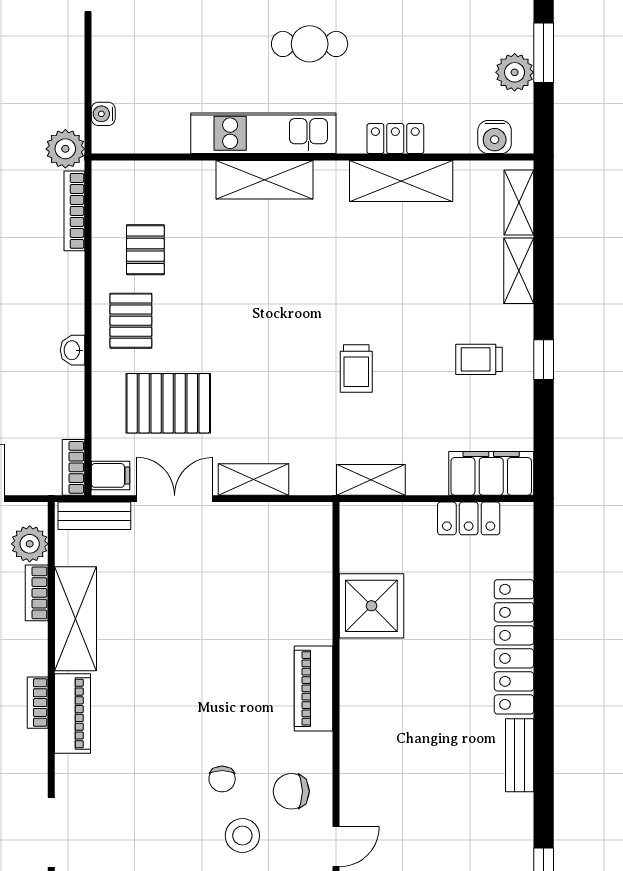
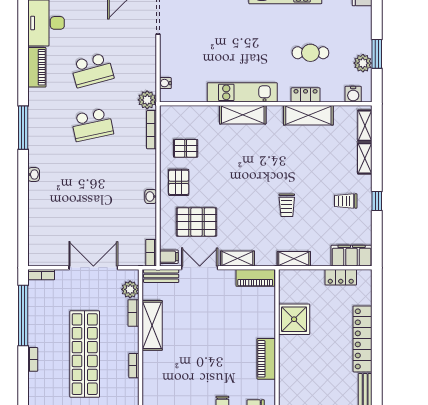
cafe table: (310, 44) -> (310, 53), moved
pallet: (145, 250) -> (186, 148), turned 90
piano: (72, 714) -> (255, 278), moved, turned 90

